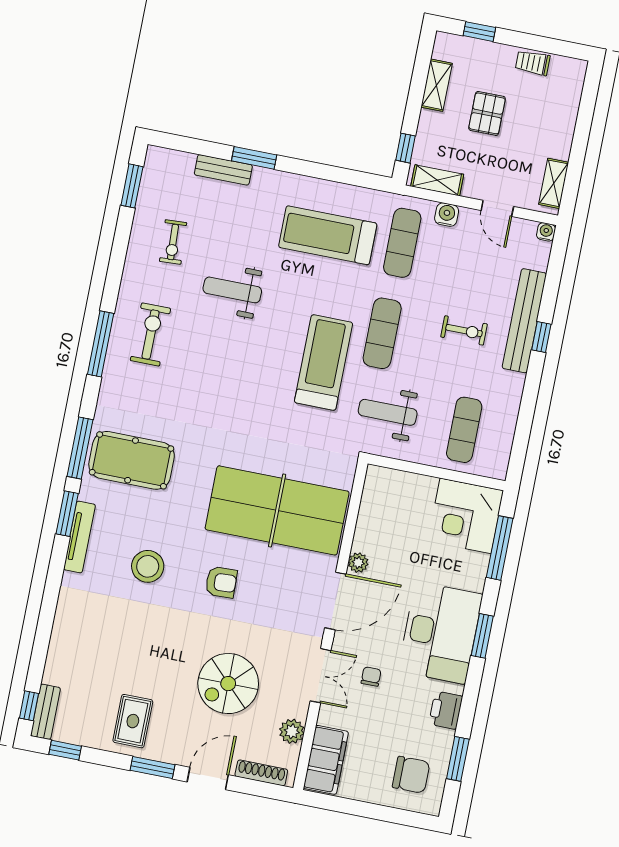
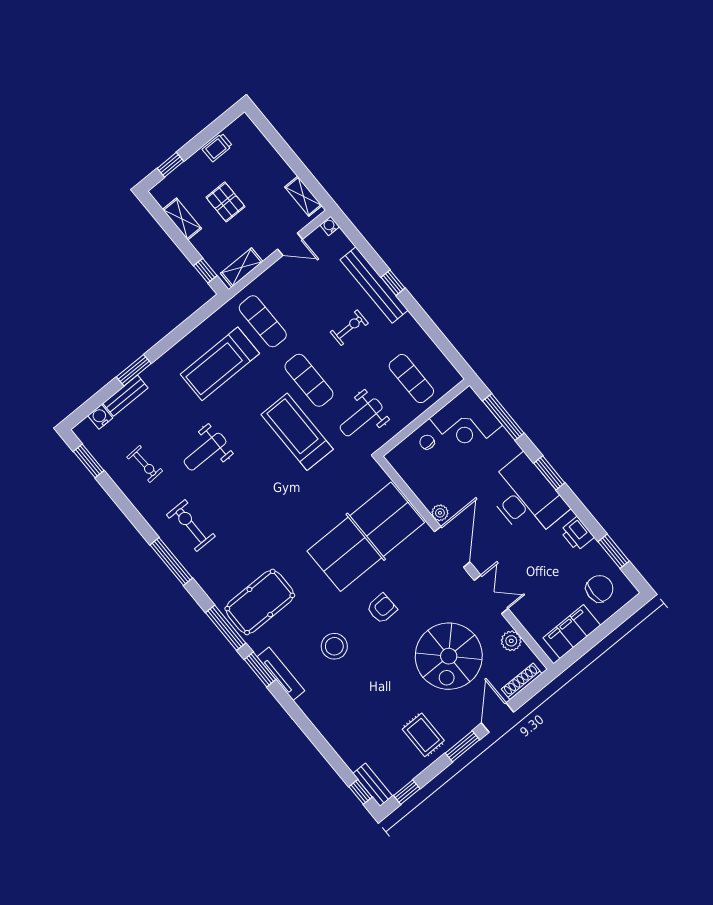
water cooler: (447, 215) -> (100, 417), moved
chair: (371, 677) -> (427, 442), moved
spiral stairs: (228, 684) -> (449, 656), width x1.37, depth x1.37
filing cabinet: (326, 760) -> (572, 631), moved, turned -90

